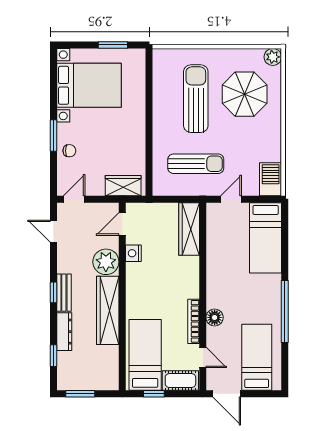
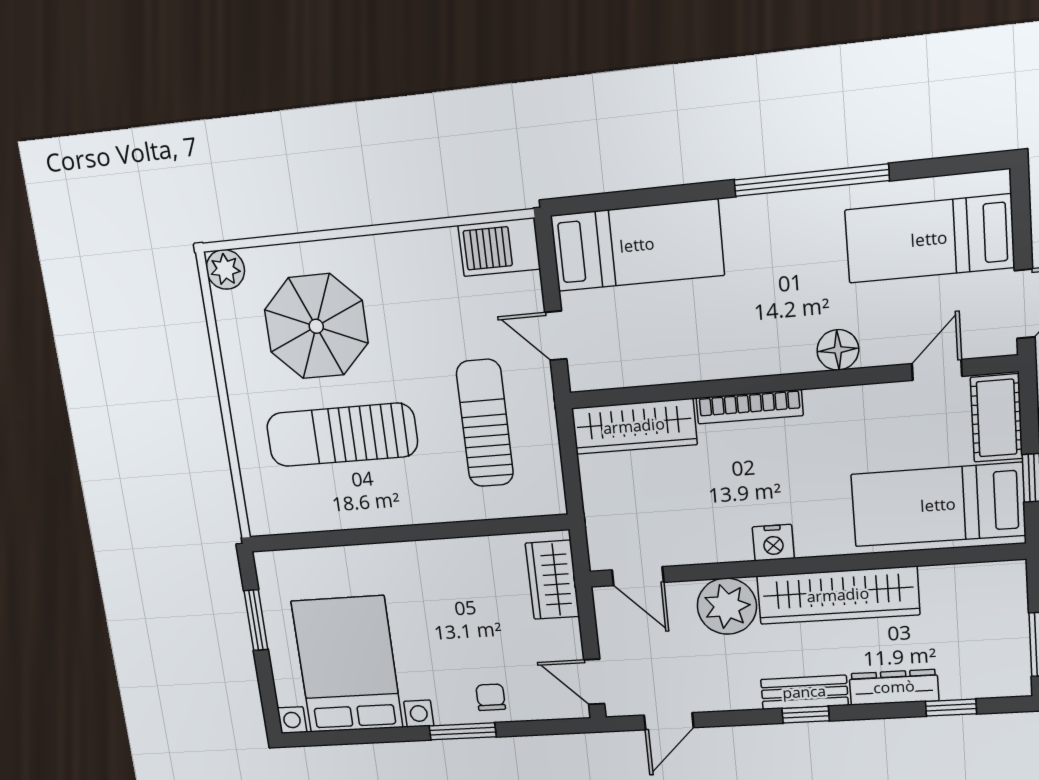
nightstand: (133, 253) -> (773, 543), moved
bookcase: (194, 321) -> (750, 407), moved

